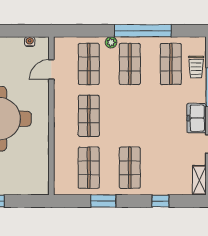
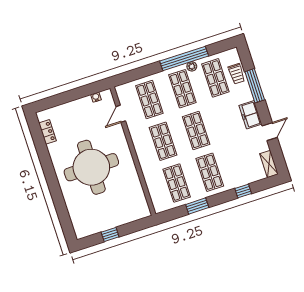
plant: (111, 42) -> (192, 66), moved
shop shelf: (130, 116) -> (196, 130), added

